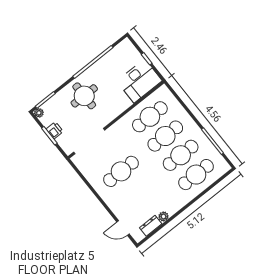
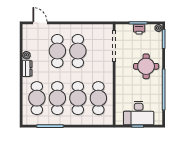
desk: (139, 81) -> (139, 113), moved, turned -90
cafe table: (136, 191) -> (57, 51), added
dresser: (151, 226) -> (27, 68), moved
door: (123, 228) -> (40, 23), hinge flipped

